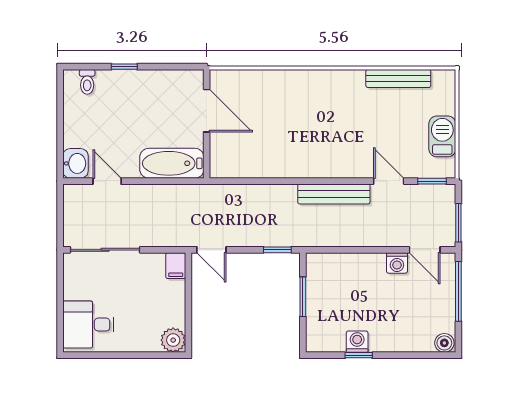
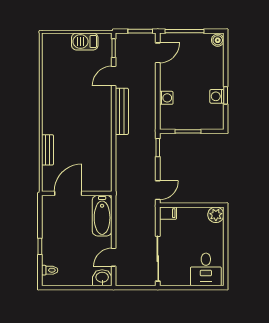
bench: (398, 78) -> (47, 150), moved, width x0.73
washing machine: (397, 263) -> (166, 98), moved

